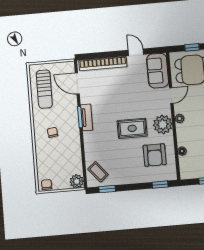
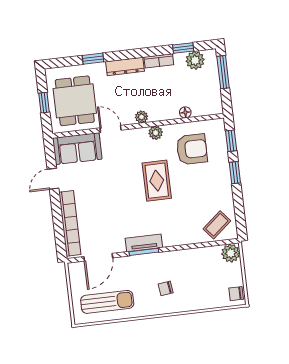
plant: (163, 124) -> (156, 133), width x0.53, depth x0.53
window: (107, 189) -> (235, 173), moved

